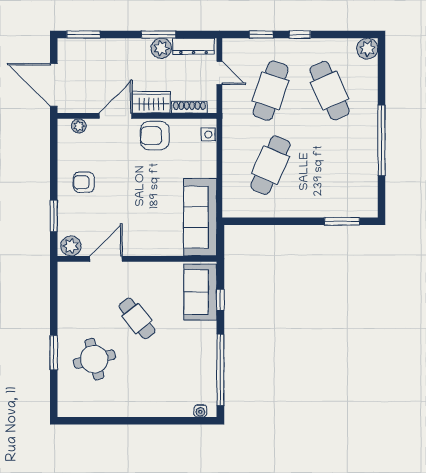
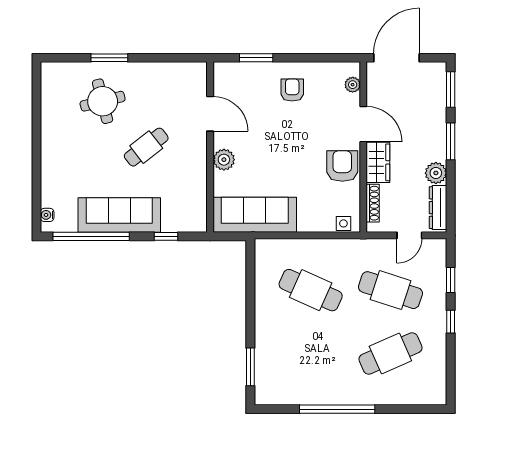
window: (158, 34) -> (451, 141), moved
plant: (367, 49) -> (436, 394), removed
plant: (71, 246) -> (224, 160), moved
sofa: (200, 292) -> (119, 215), moved, width x1.36

